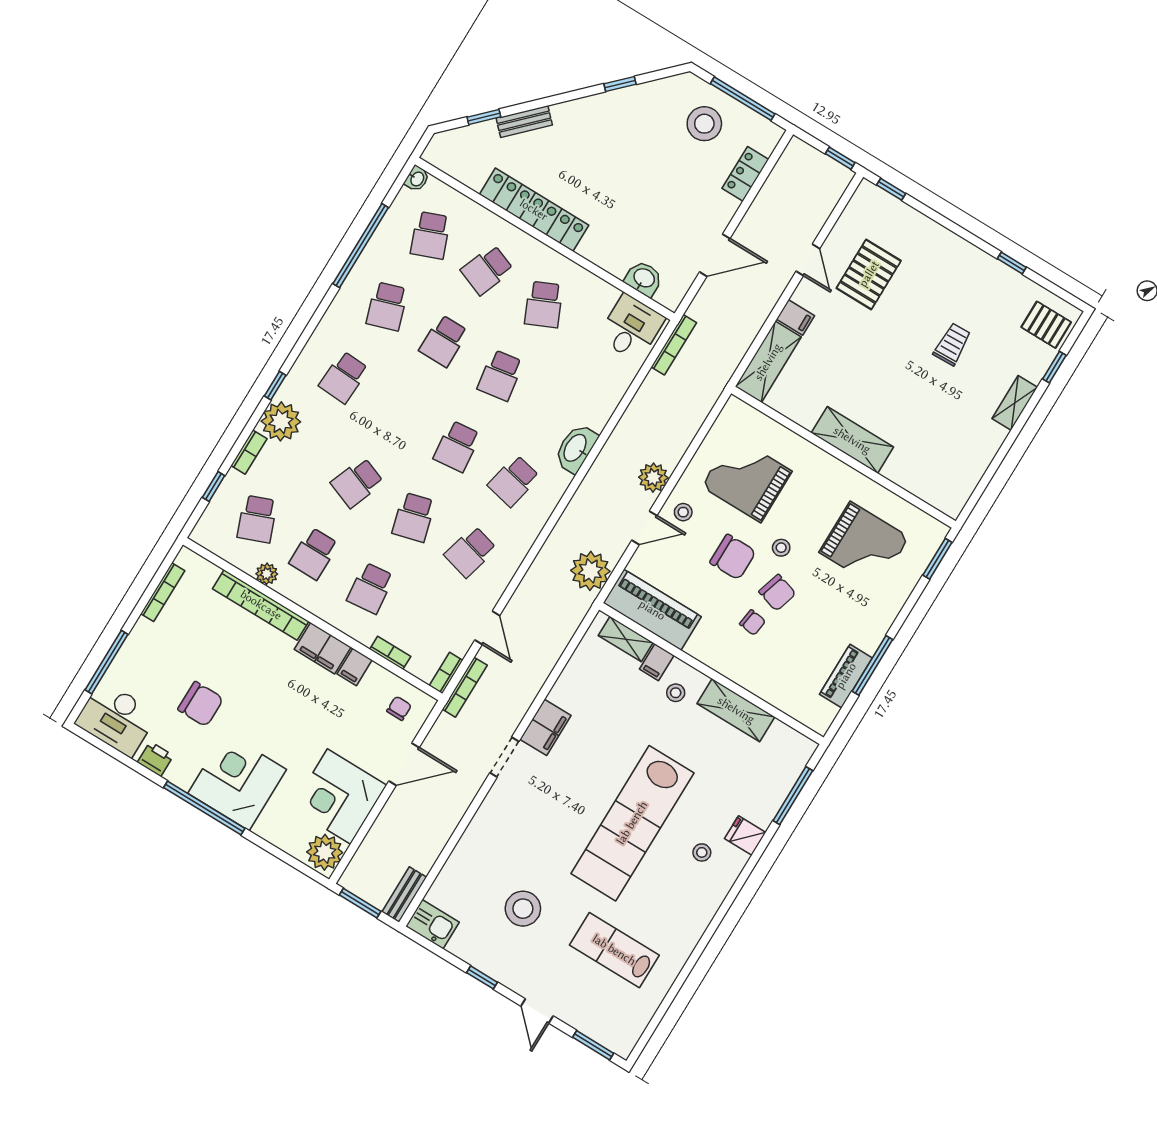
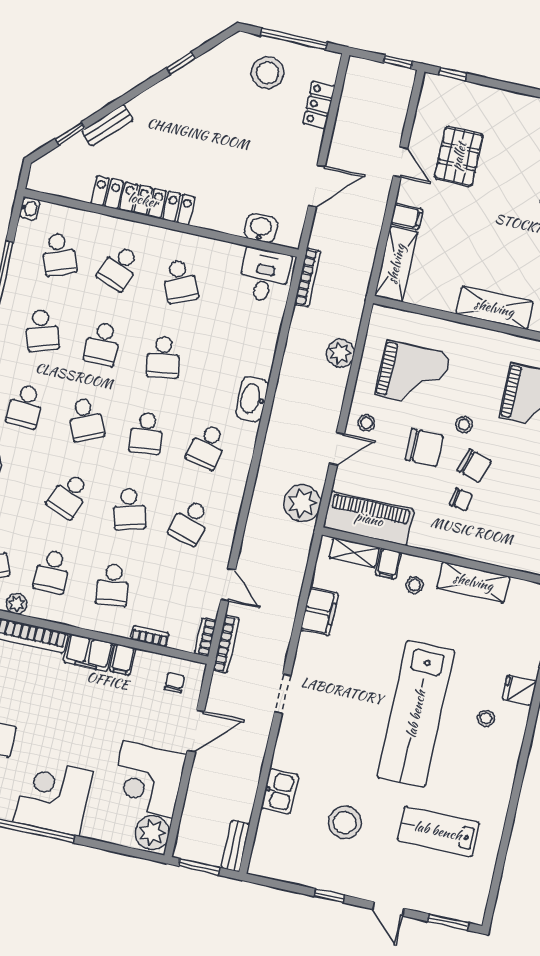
school desk: (400, 412) -> (86, 420), added
plant: (653, 478) -> (340, 353), moved
grand piano: (747, 479) -> (413, 374), turned 180
filing cabinet: (545, 727) -> (320, 611), moved
kitchen sink: (433, 924) -> (280, 791), moved, turned 90

